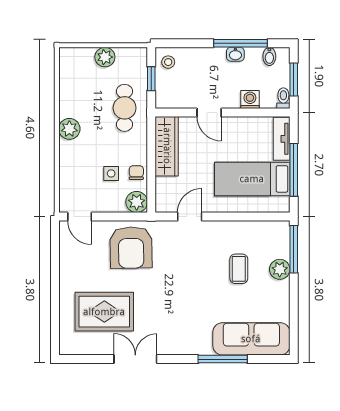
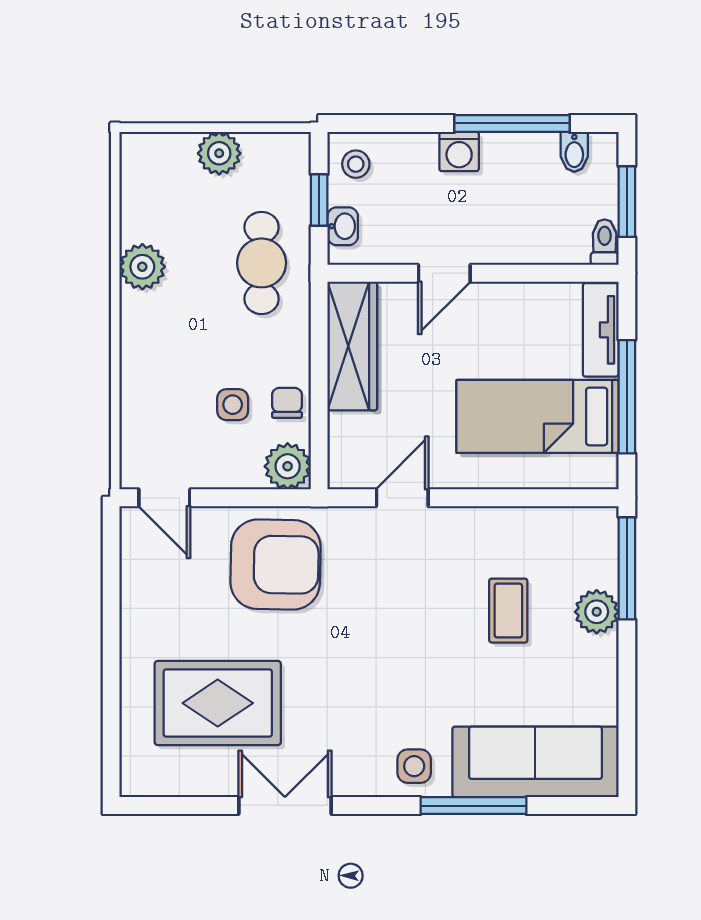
washbasin: (235, 54) -> (343, 226), moved, turned -90
washing machine: (250, 100) -> (459, 152), moved, turned 180
door: (209, 113) -> (444, 273), hinge flipped
plant: (69, 129) -> (142, 267), moved
armchair: (131, 247) -> (275, 564), turned -88
side table: (195, 341) -> (414, 766), added

